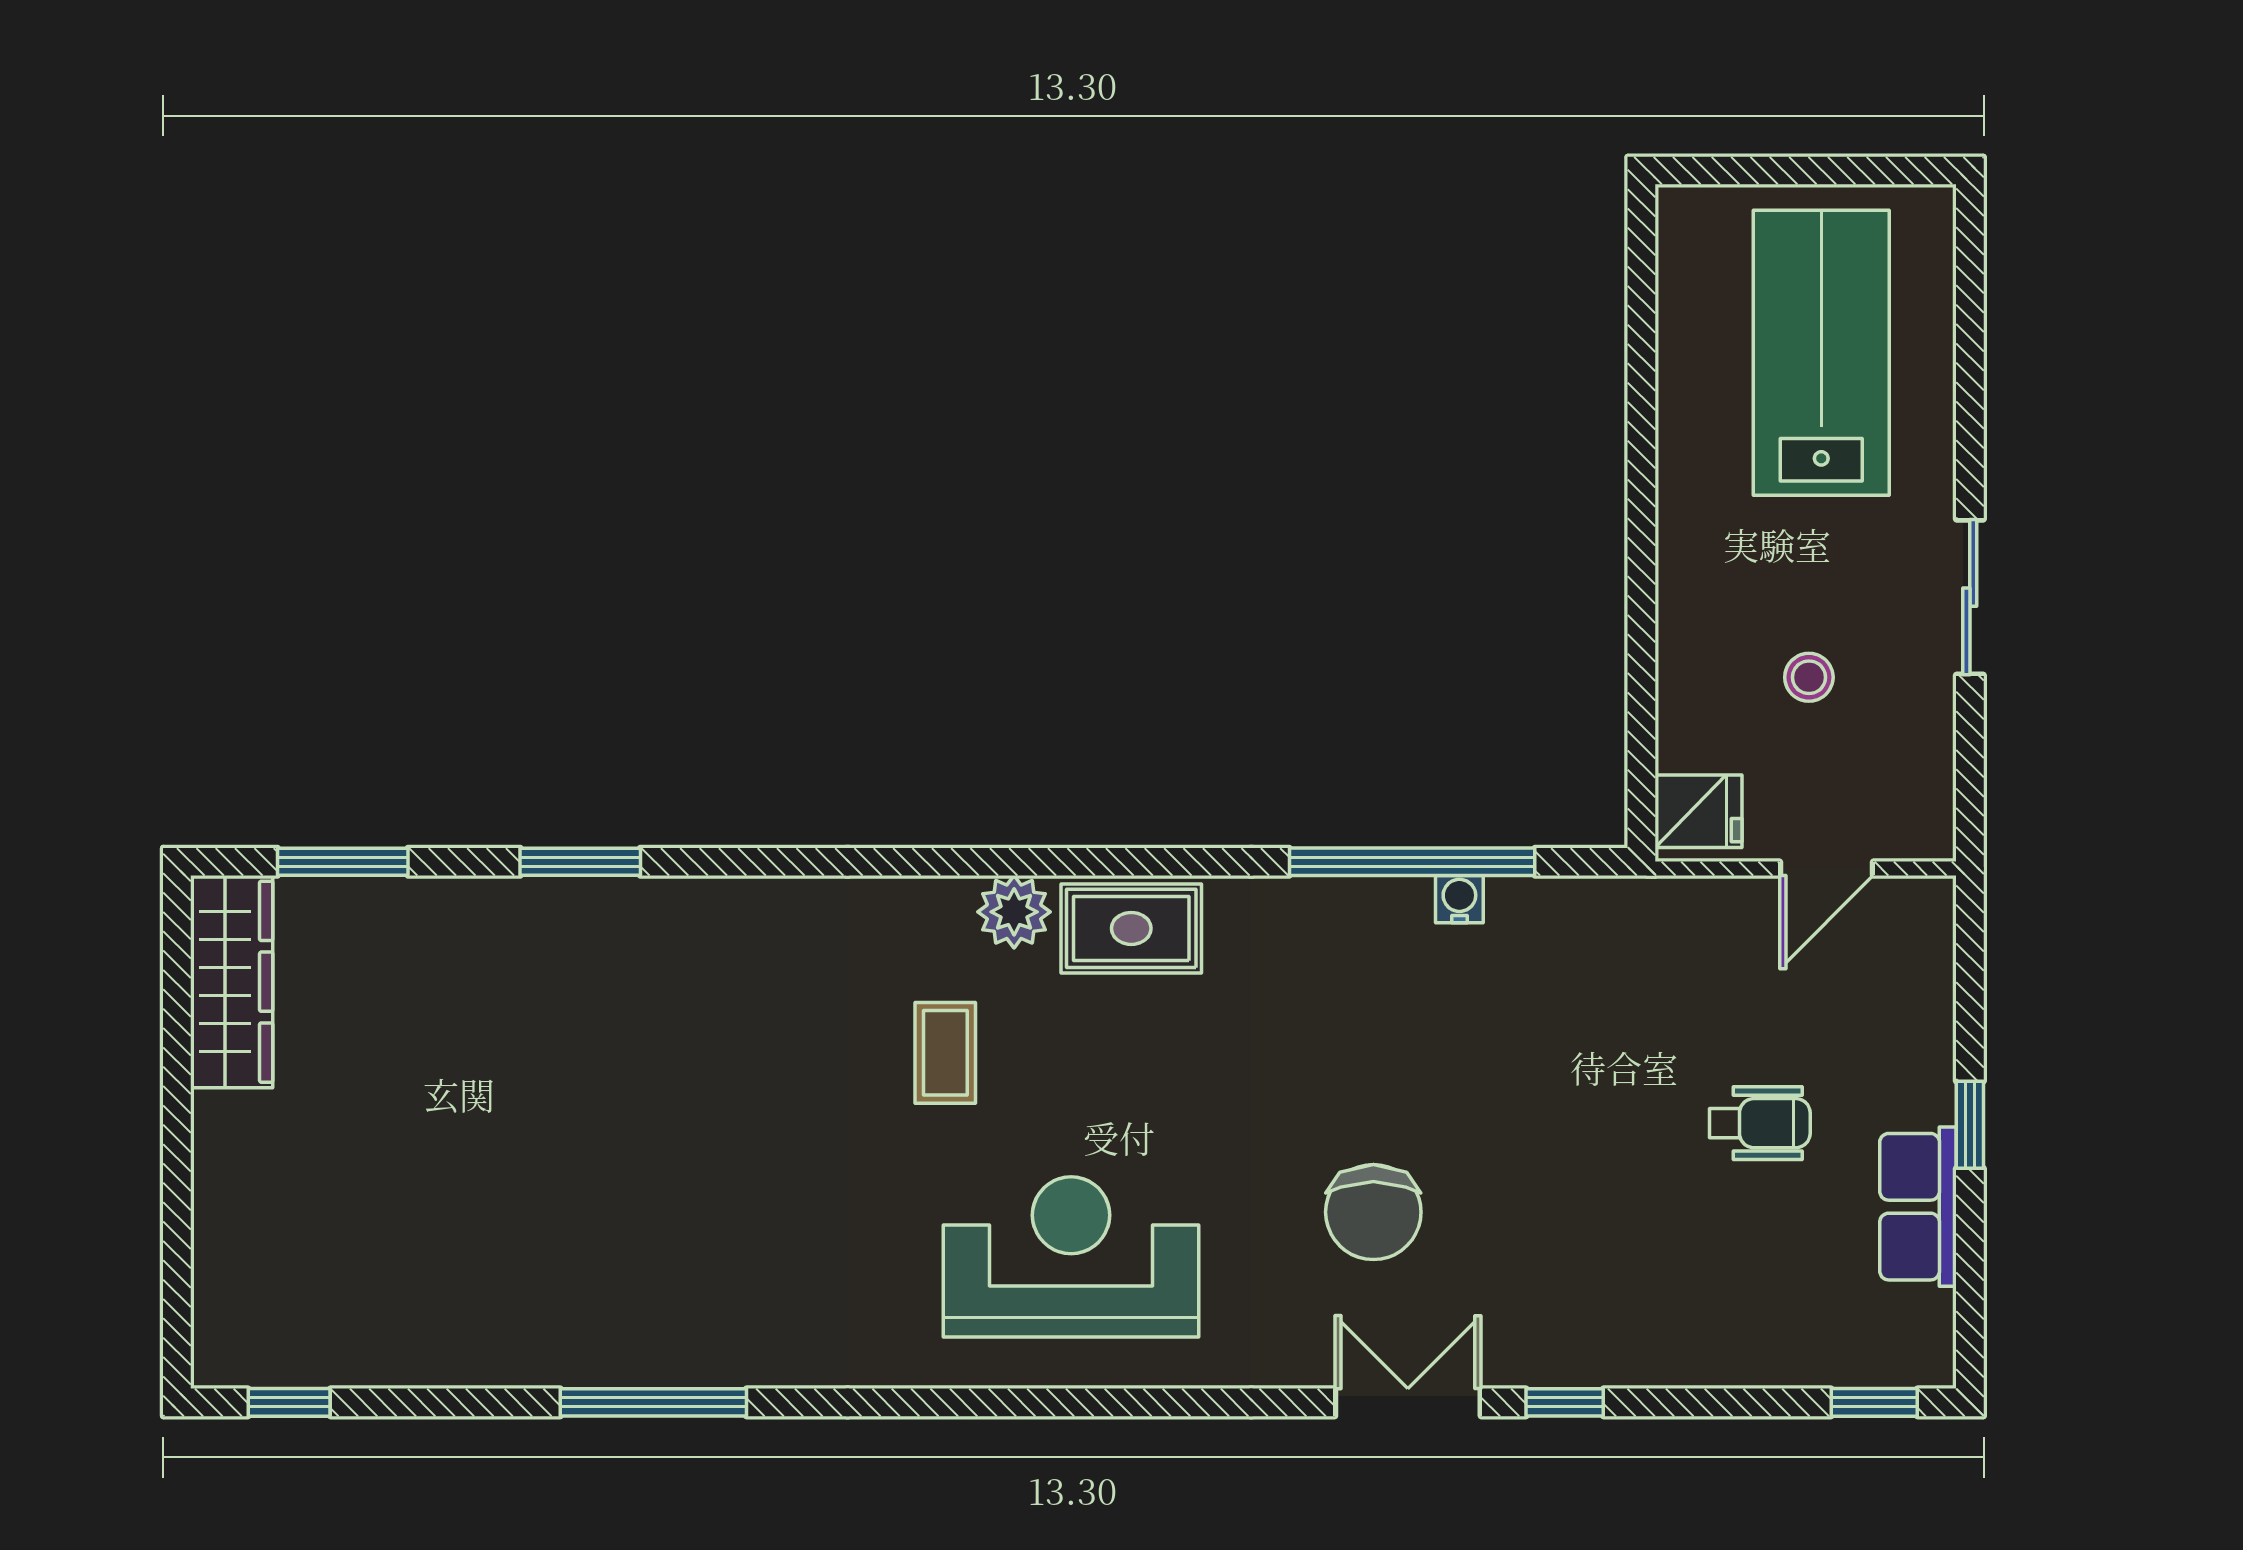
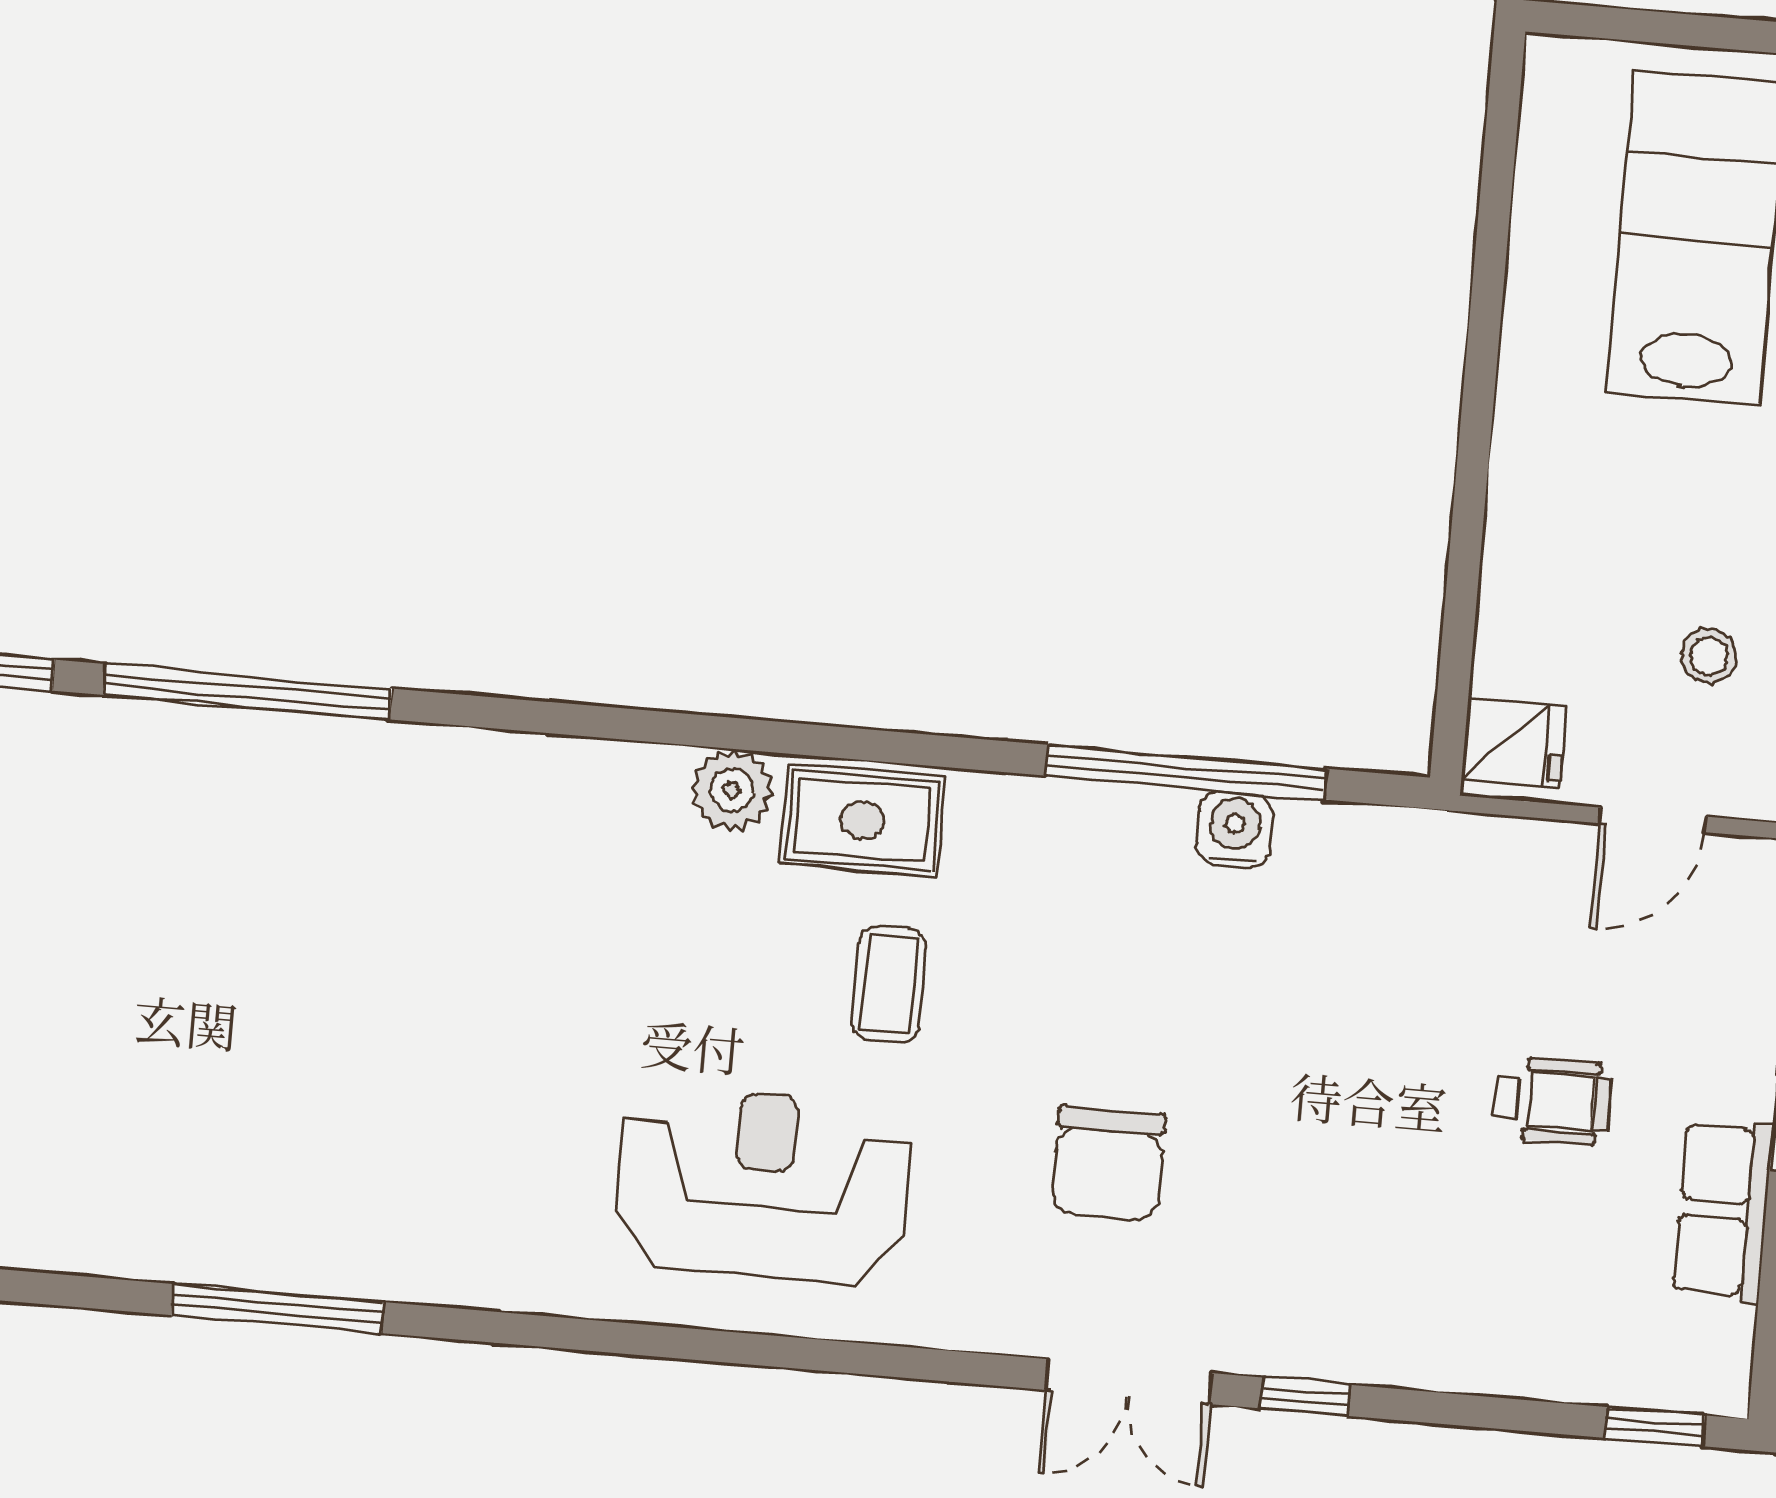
stool: (1809, 677) -> (1709, 656), moved
window: (580, 862) -> (247, 692), width x2.11
water cooler: (1459, 899) -> (1235, 829), width x1.38, depth x1.38
coffee table: (945, 1053) -> (889, 984), moved
double door: (1408, 1402) -> (1129, 1382), swing flipped

